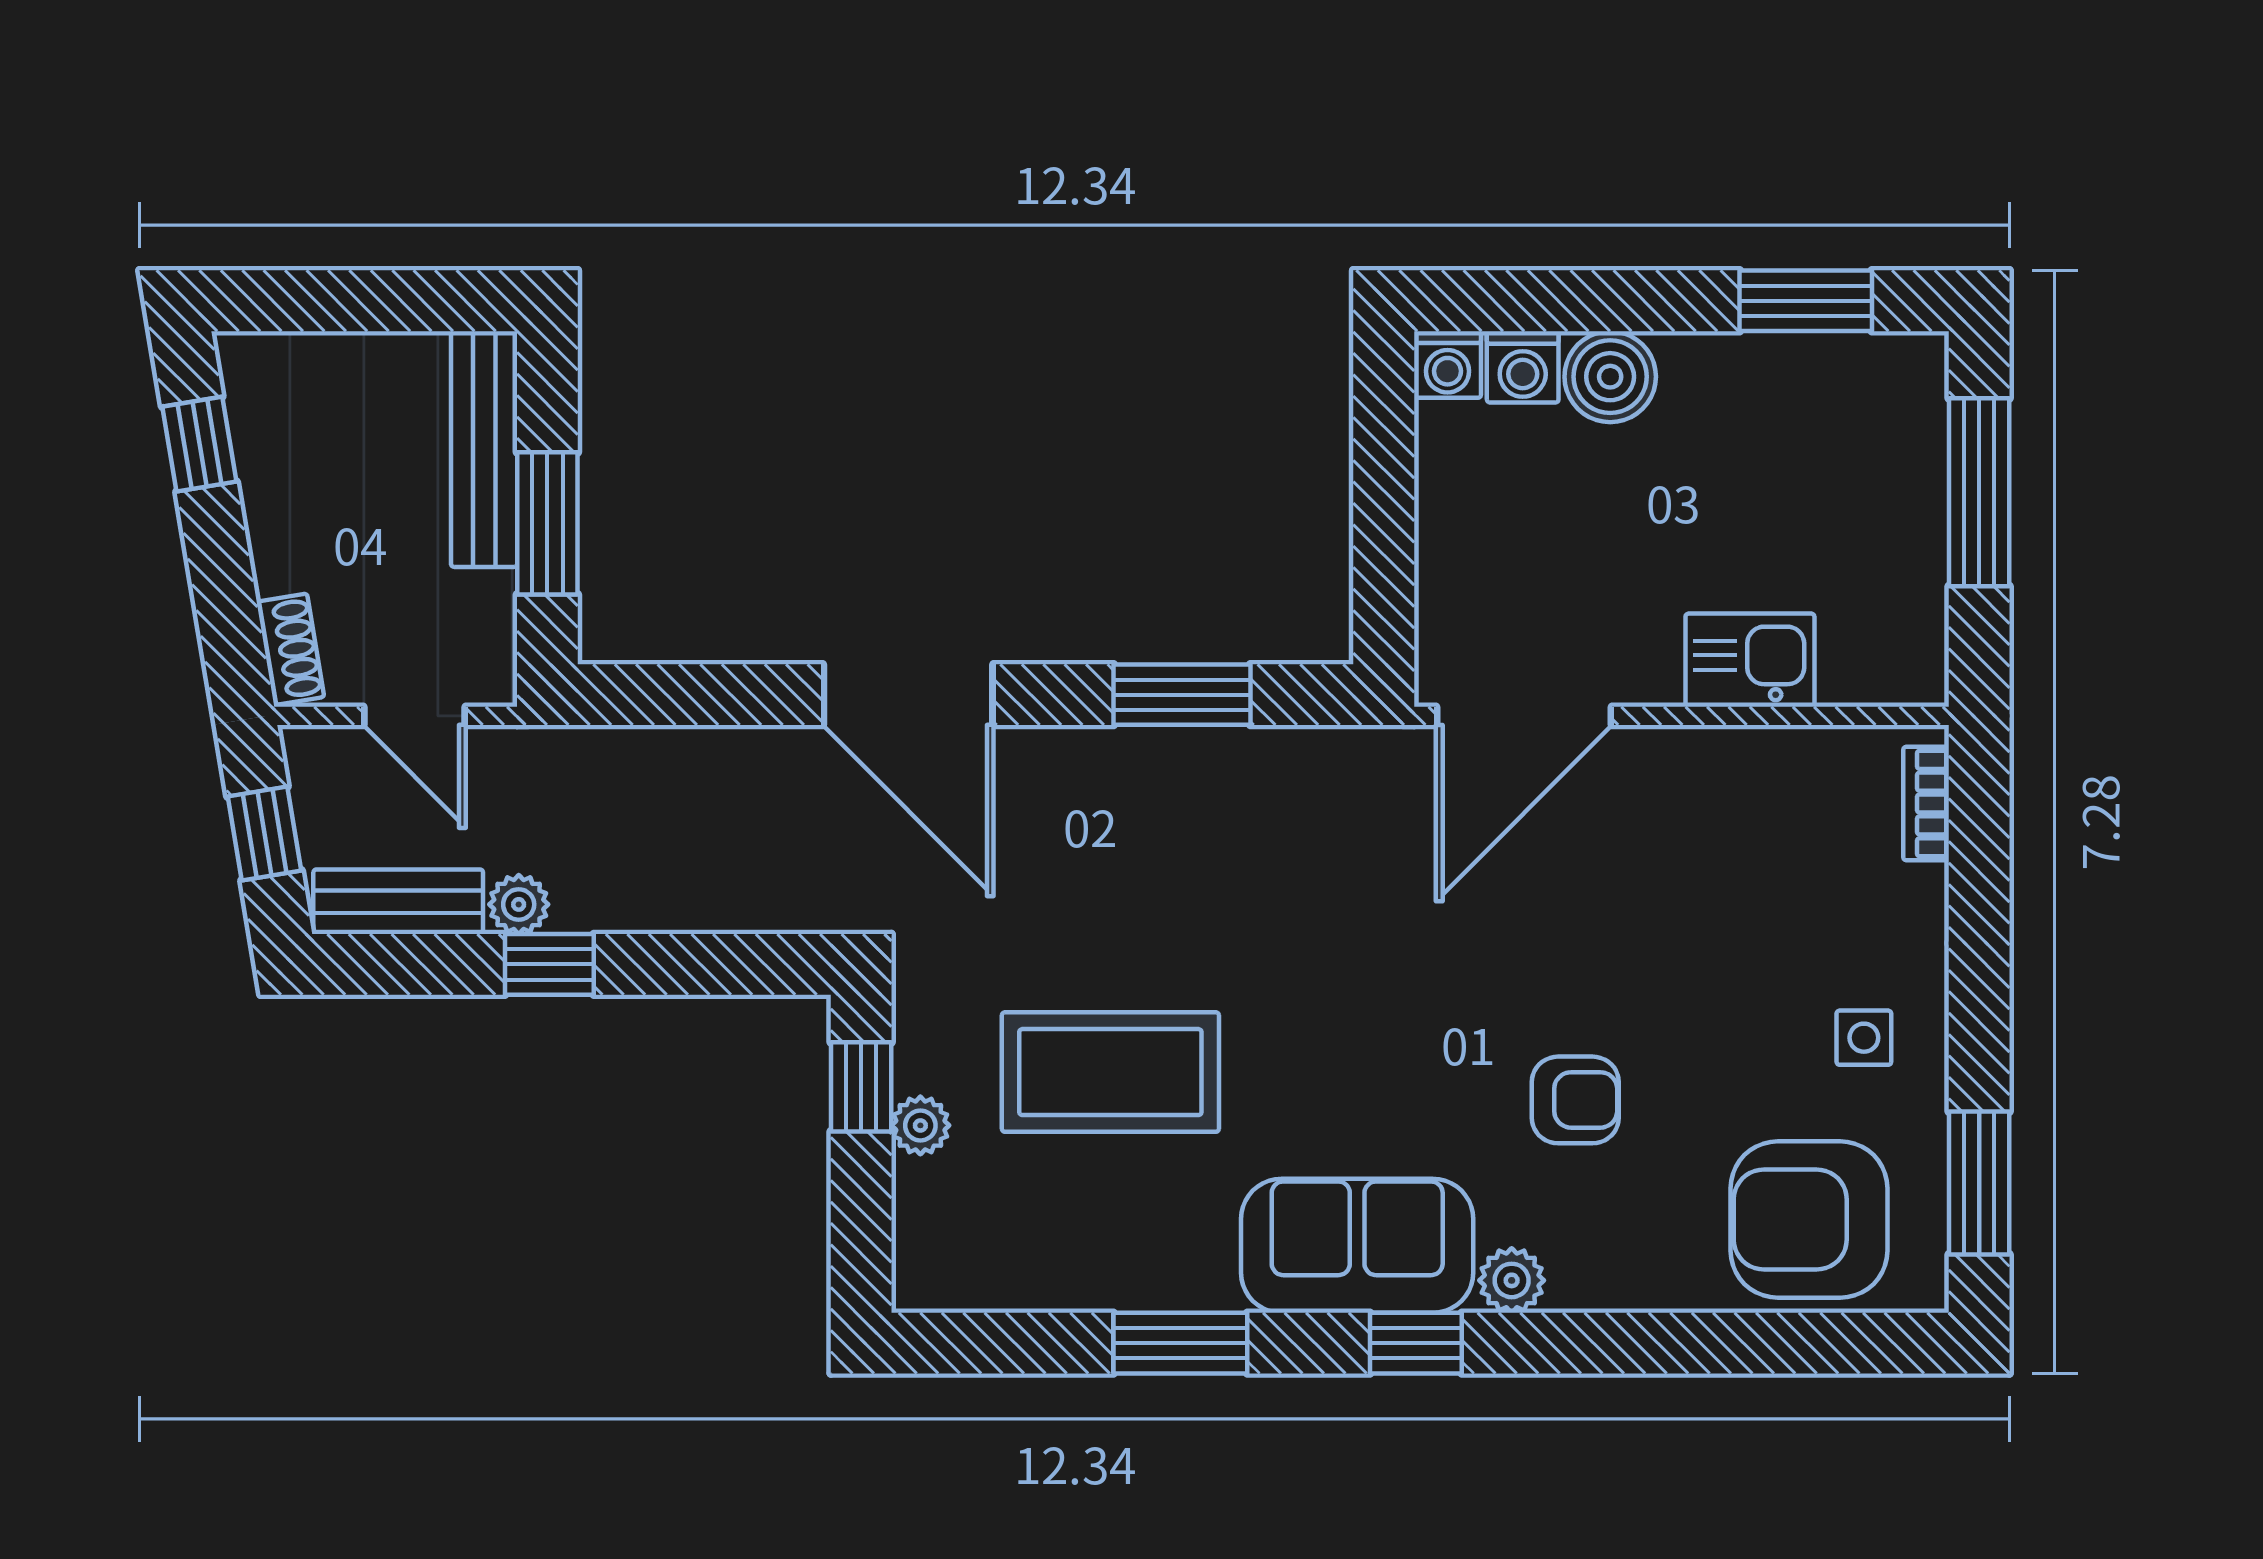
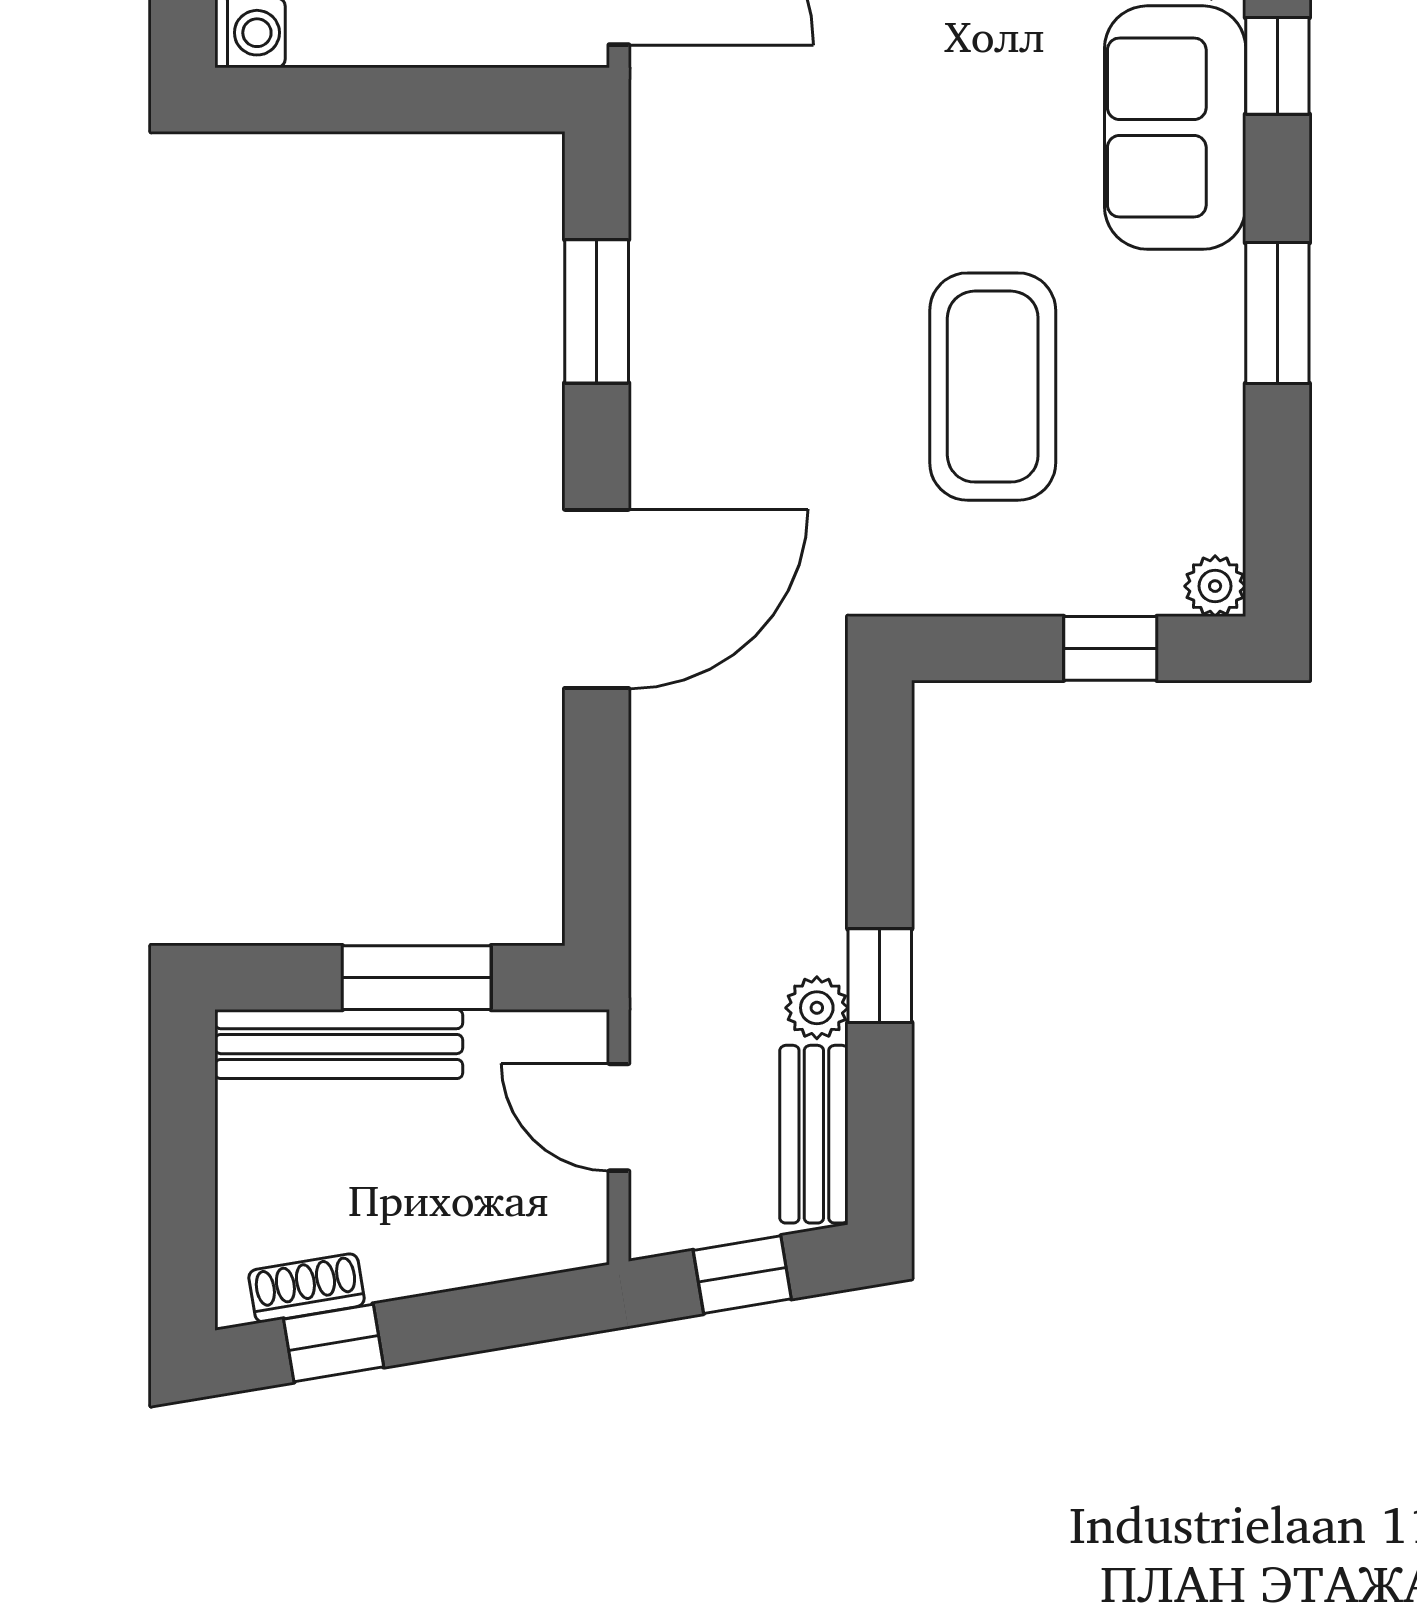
shoe rack: (290, 649) -> (307, 1288), moved
door: (414, 716) -> (619, 1117), swing flipped
window: (861, 1087) -> (1110, 648), moved
plant: (920, 1125) -> (1215, 586), moved

